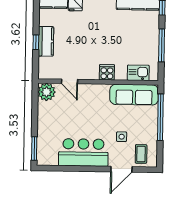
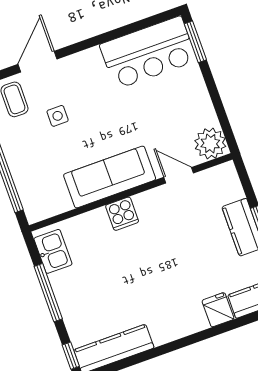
kitchen sink: (138, 73) -> (53, 251), moved, turned -90
sofa: (134, 95) -> (110, 177), moved
bar counter: (83, 152) -> (148, 53), moved

